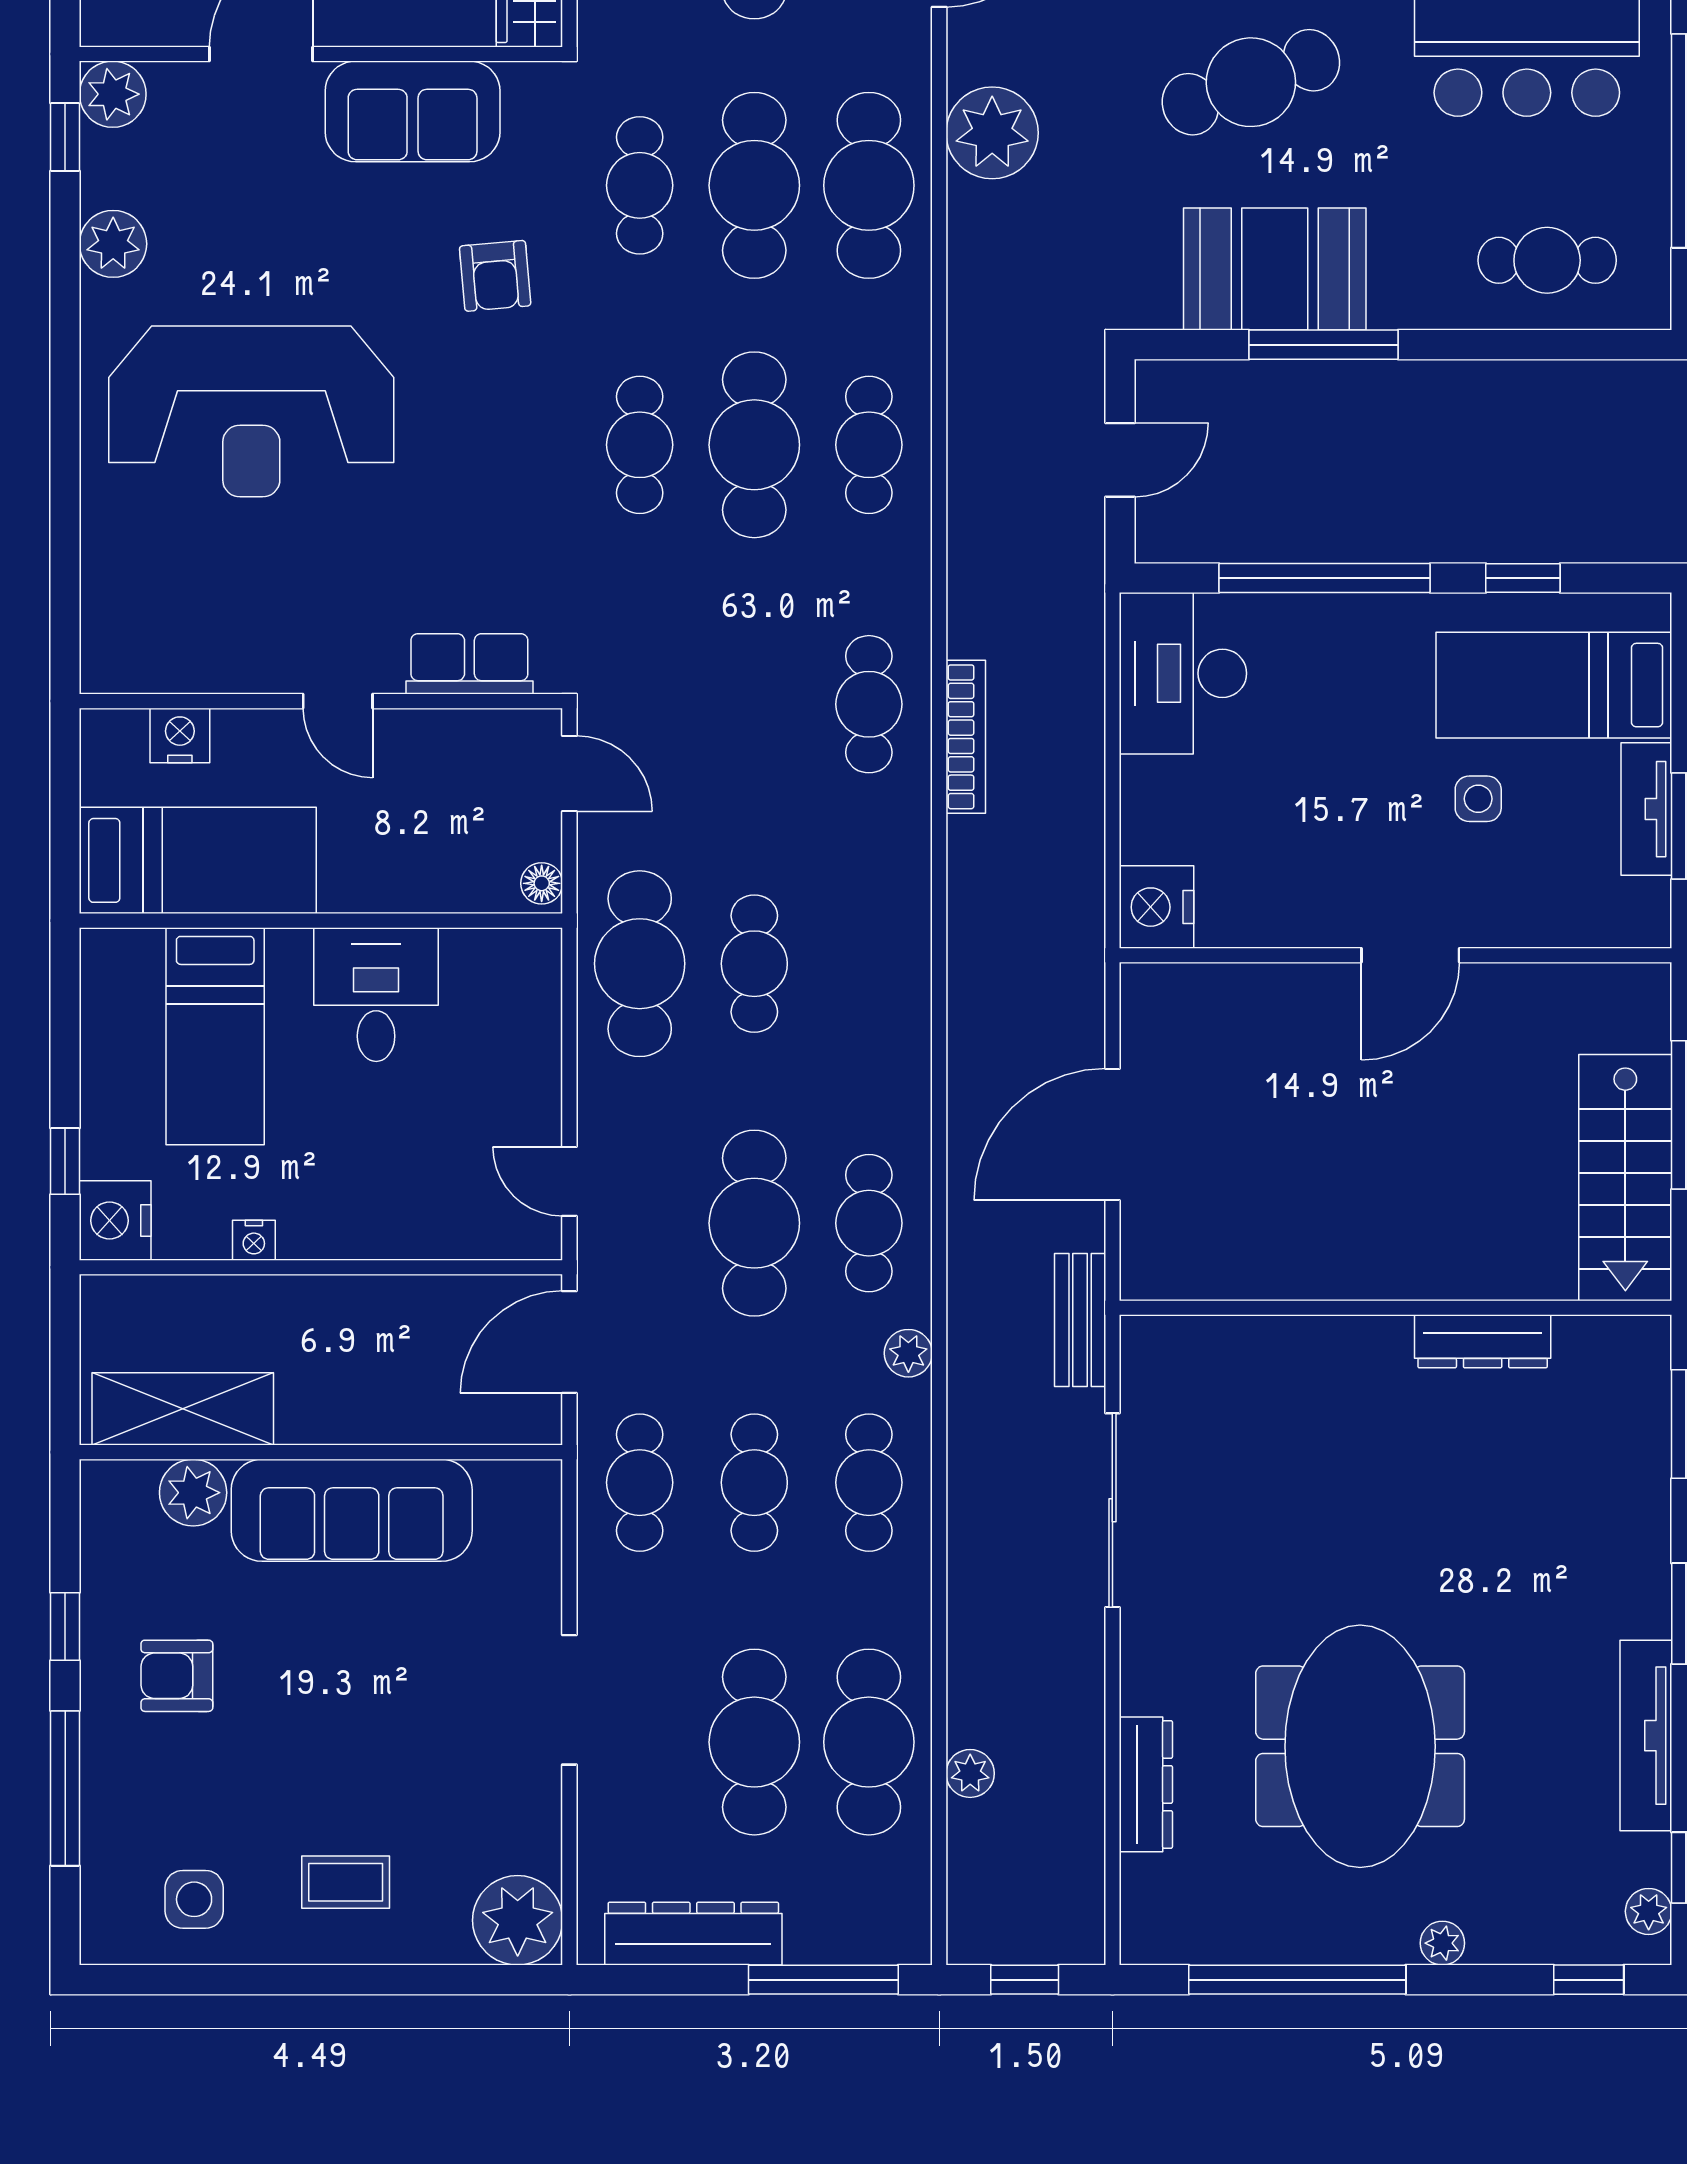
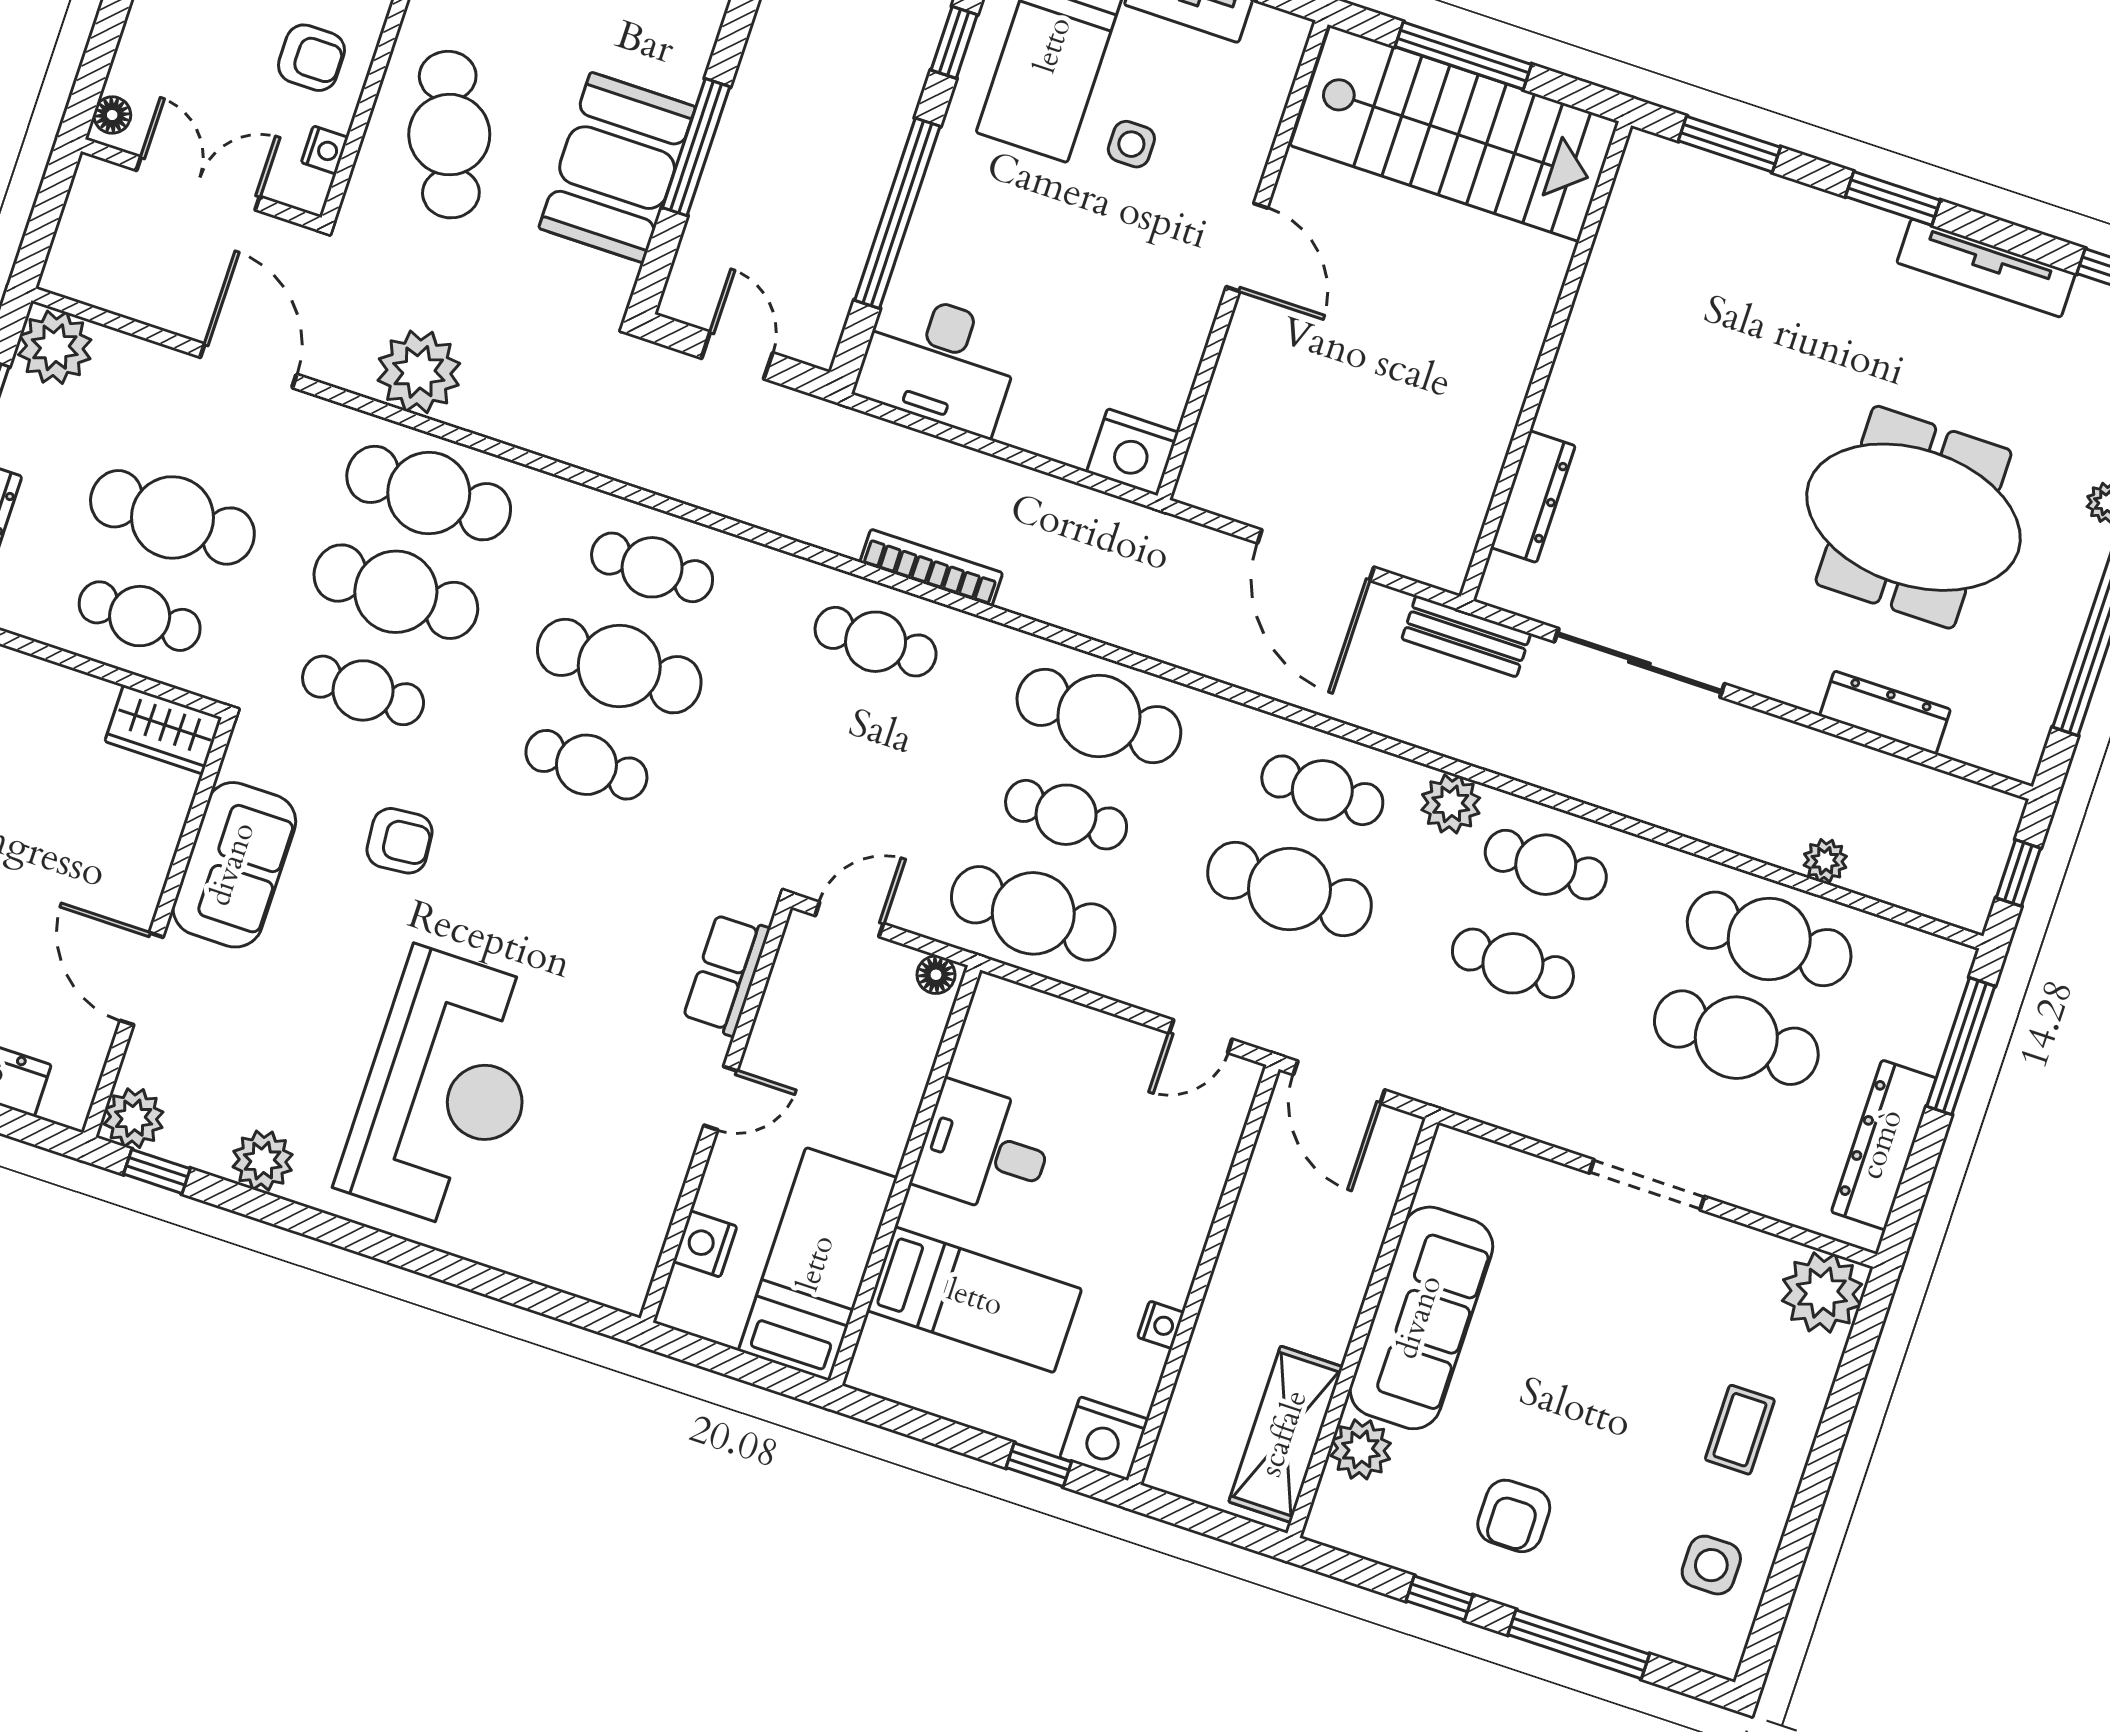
stairs: (1625, 1178) -> (1455, 133), width x1.36, depth x1.51
dresser: (1483, 1341) -> (1533, 497), moved
plant: (908, 1353) -> (1451, 804), width x1.38, depth x1.38
cafe table: (640, 1483) -> (1099, 716), moved, width x1.37, depth x1.35

